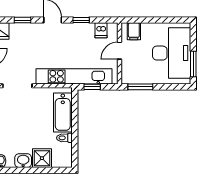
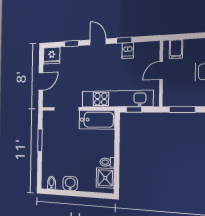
dishwasher: (101, 30) -> (128, 51), moved
bathtub: (63, 112) -> (97, 120), moved, turned -90
shower: (42, 158) -> (105, 178), moved

